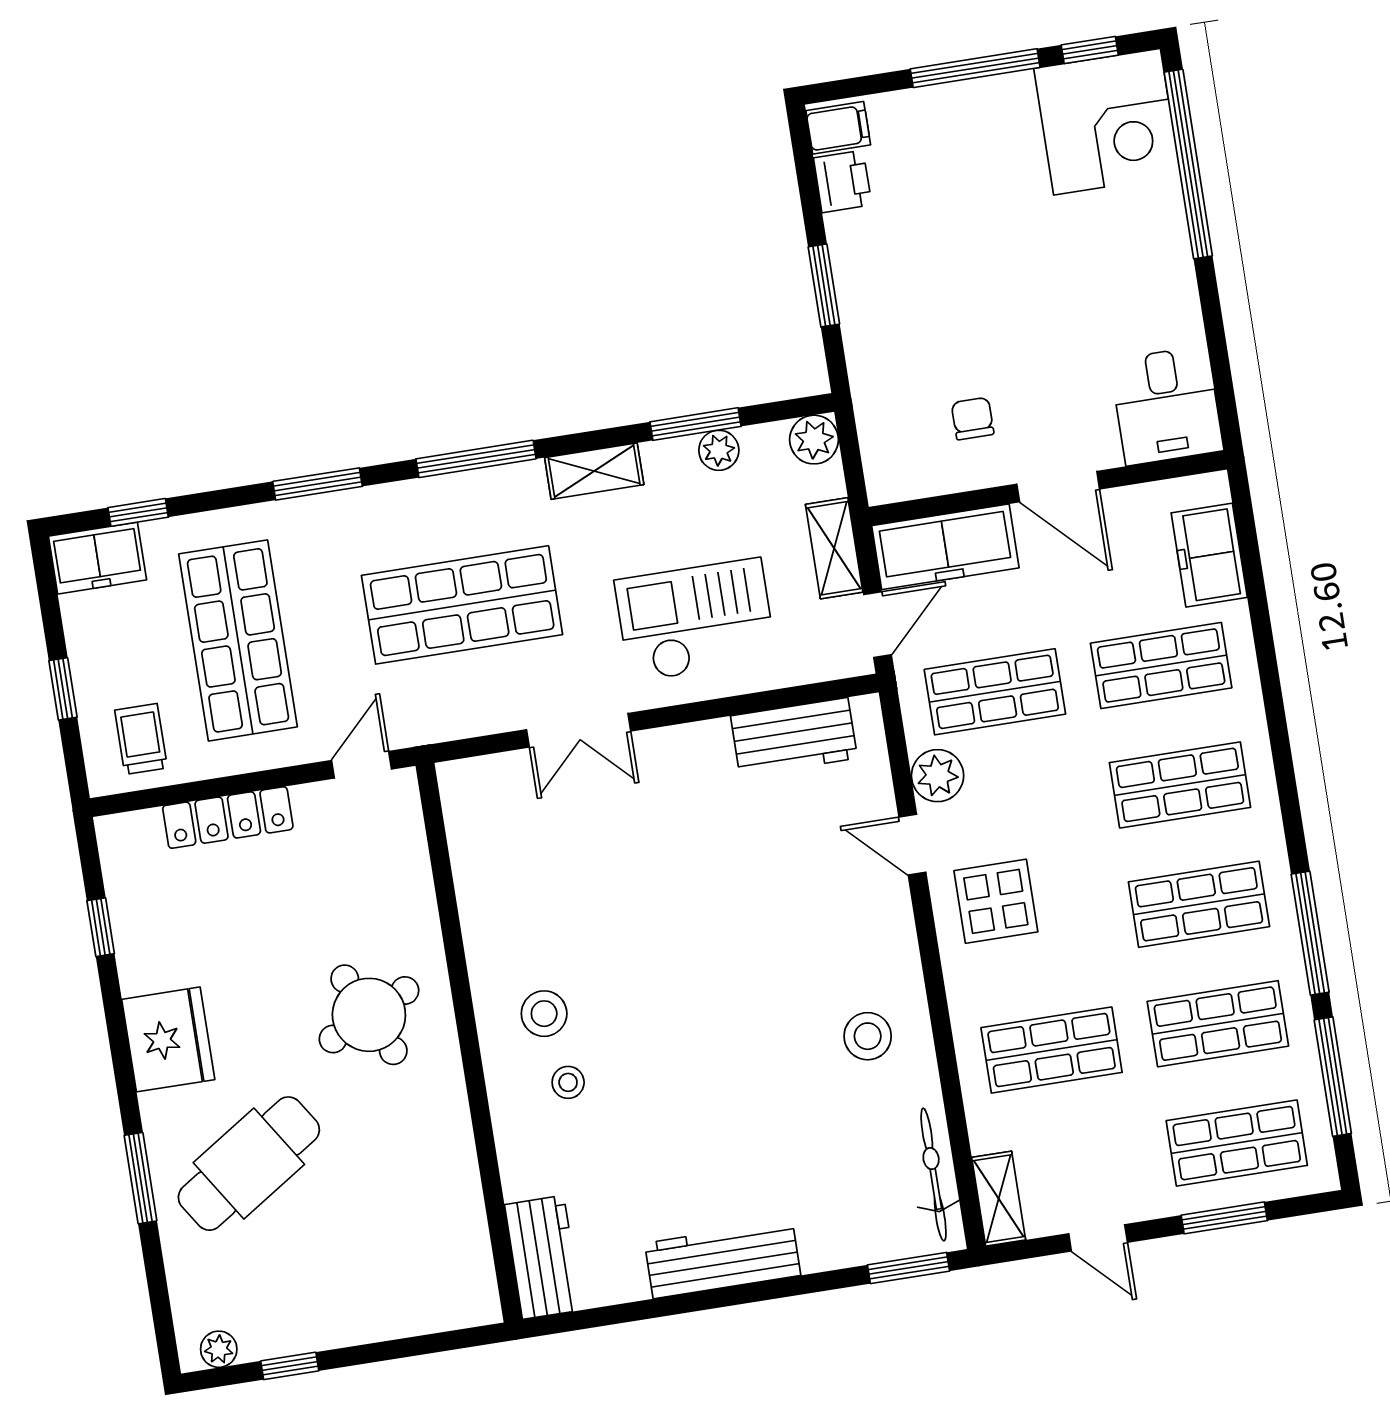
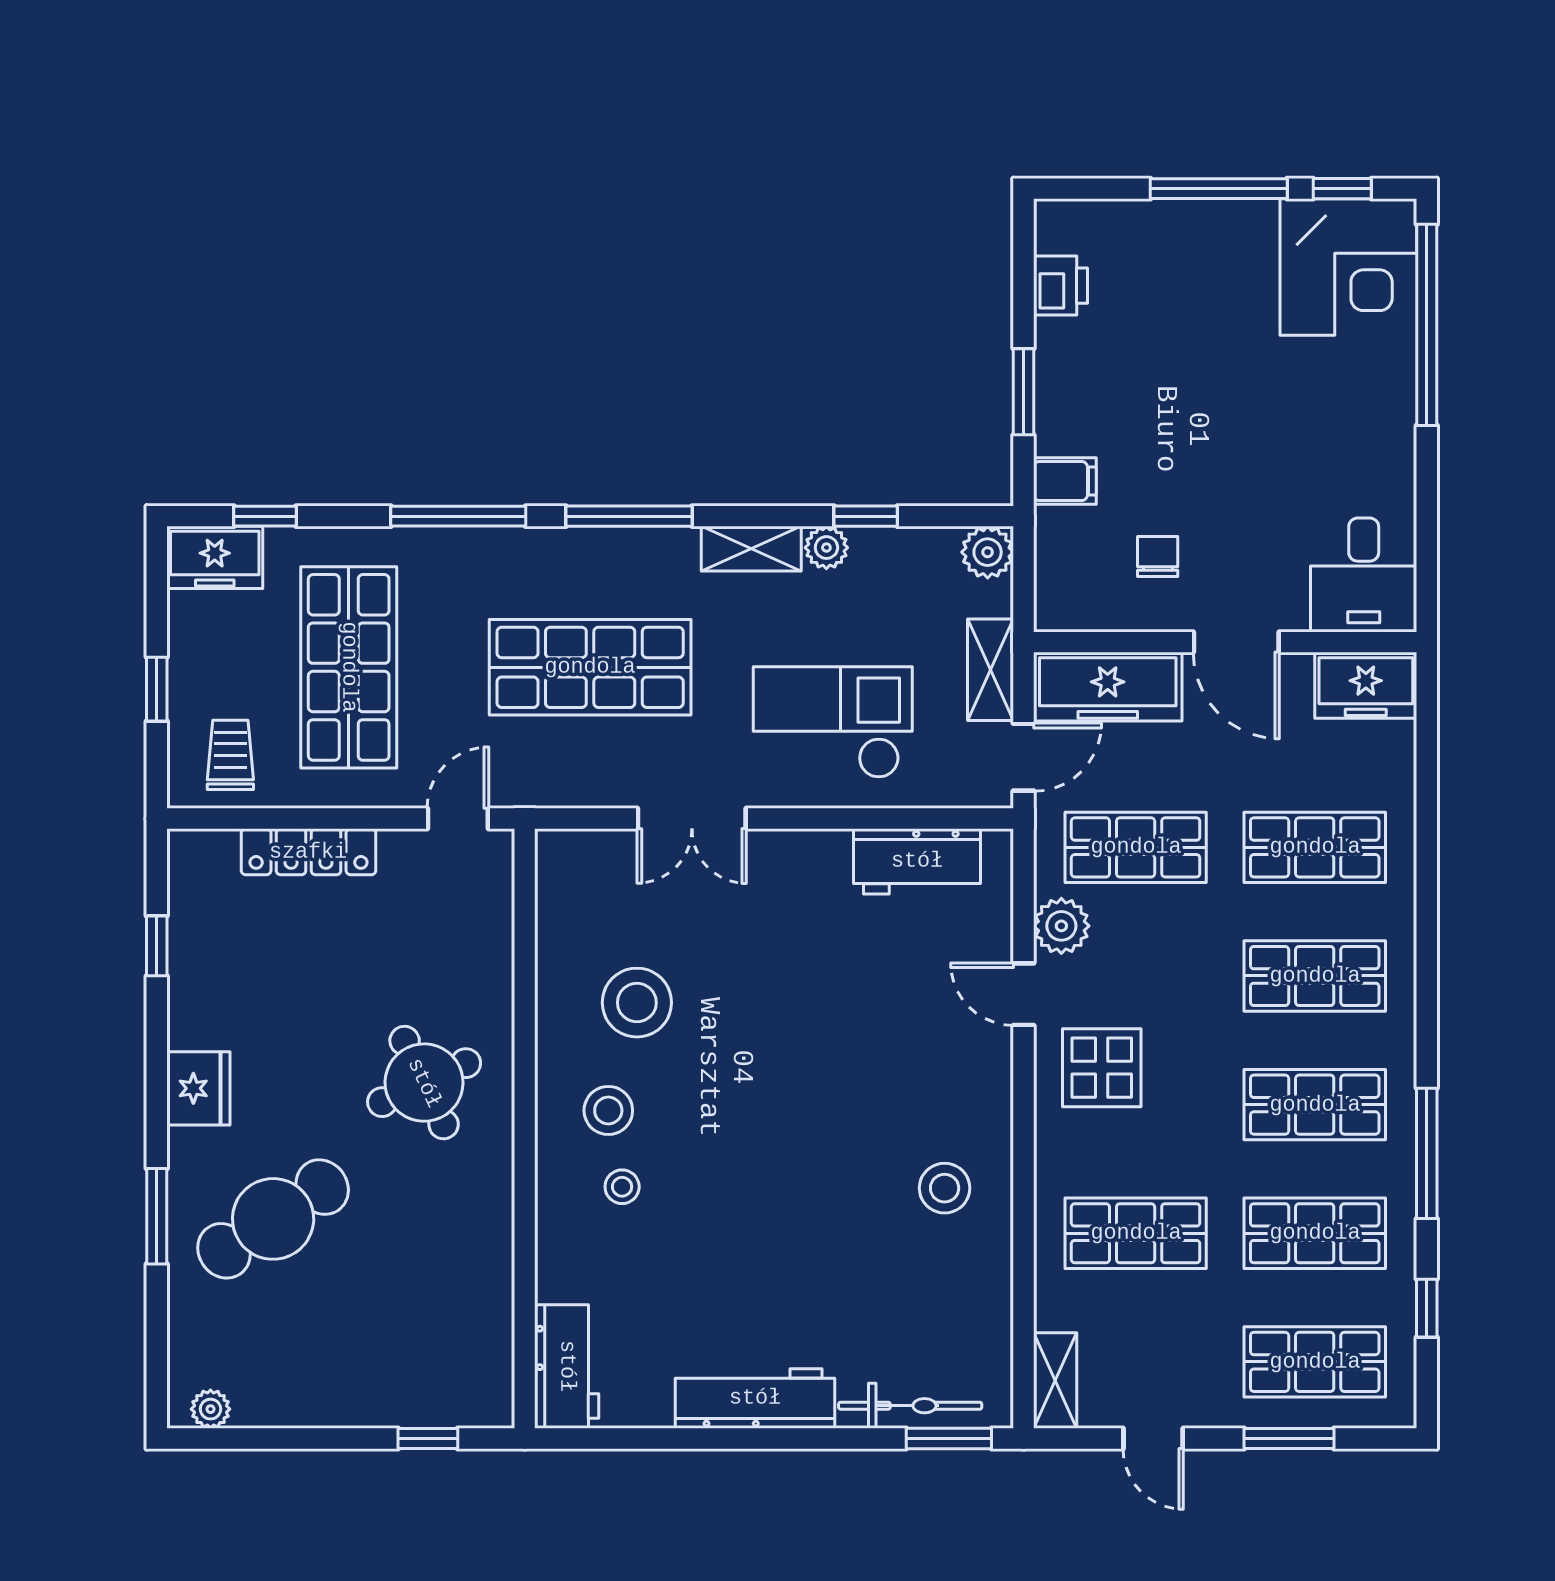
filing cabinet: (838, 128) -> (1065, 481), moved
window: (696, 424) -> (866, 516), width x0.67
plant: (719, 450) -> (826, 548), moved
window: (317, 484) -> (458, 516), width x1.44
freezer: (1209, 555) -> (1366, 685), moved, turned -90
stool: (555, 909) -> (637, 1003), added
fridge: (168, 1039) -> (198, 1088), width x0.73, depth x0.75
window: (1333, 1077) -> (1427, 1308), width x0.46
bicycle: (934, 1175) -> (910, 1406), moved, turned 90
window: (290, 1366) -> (428, 1438), moved

